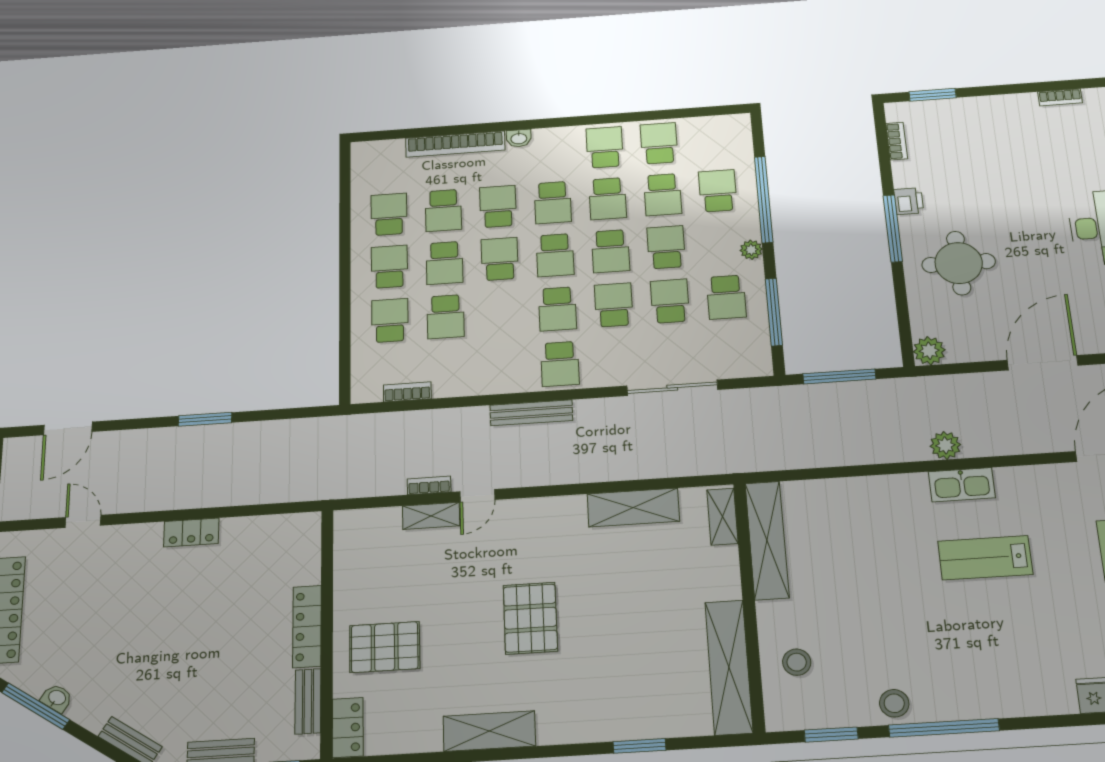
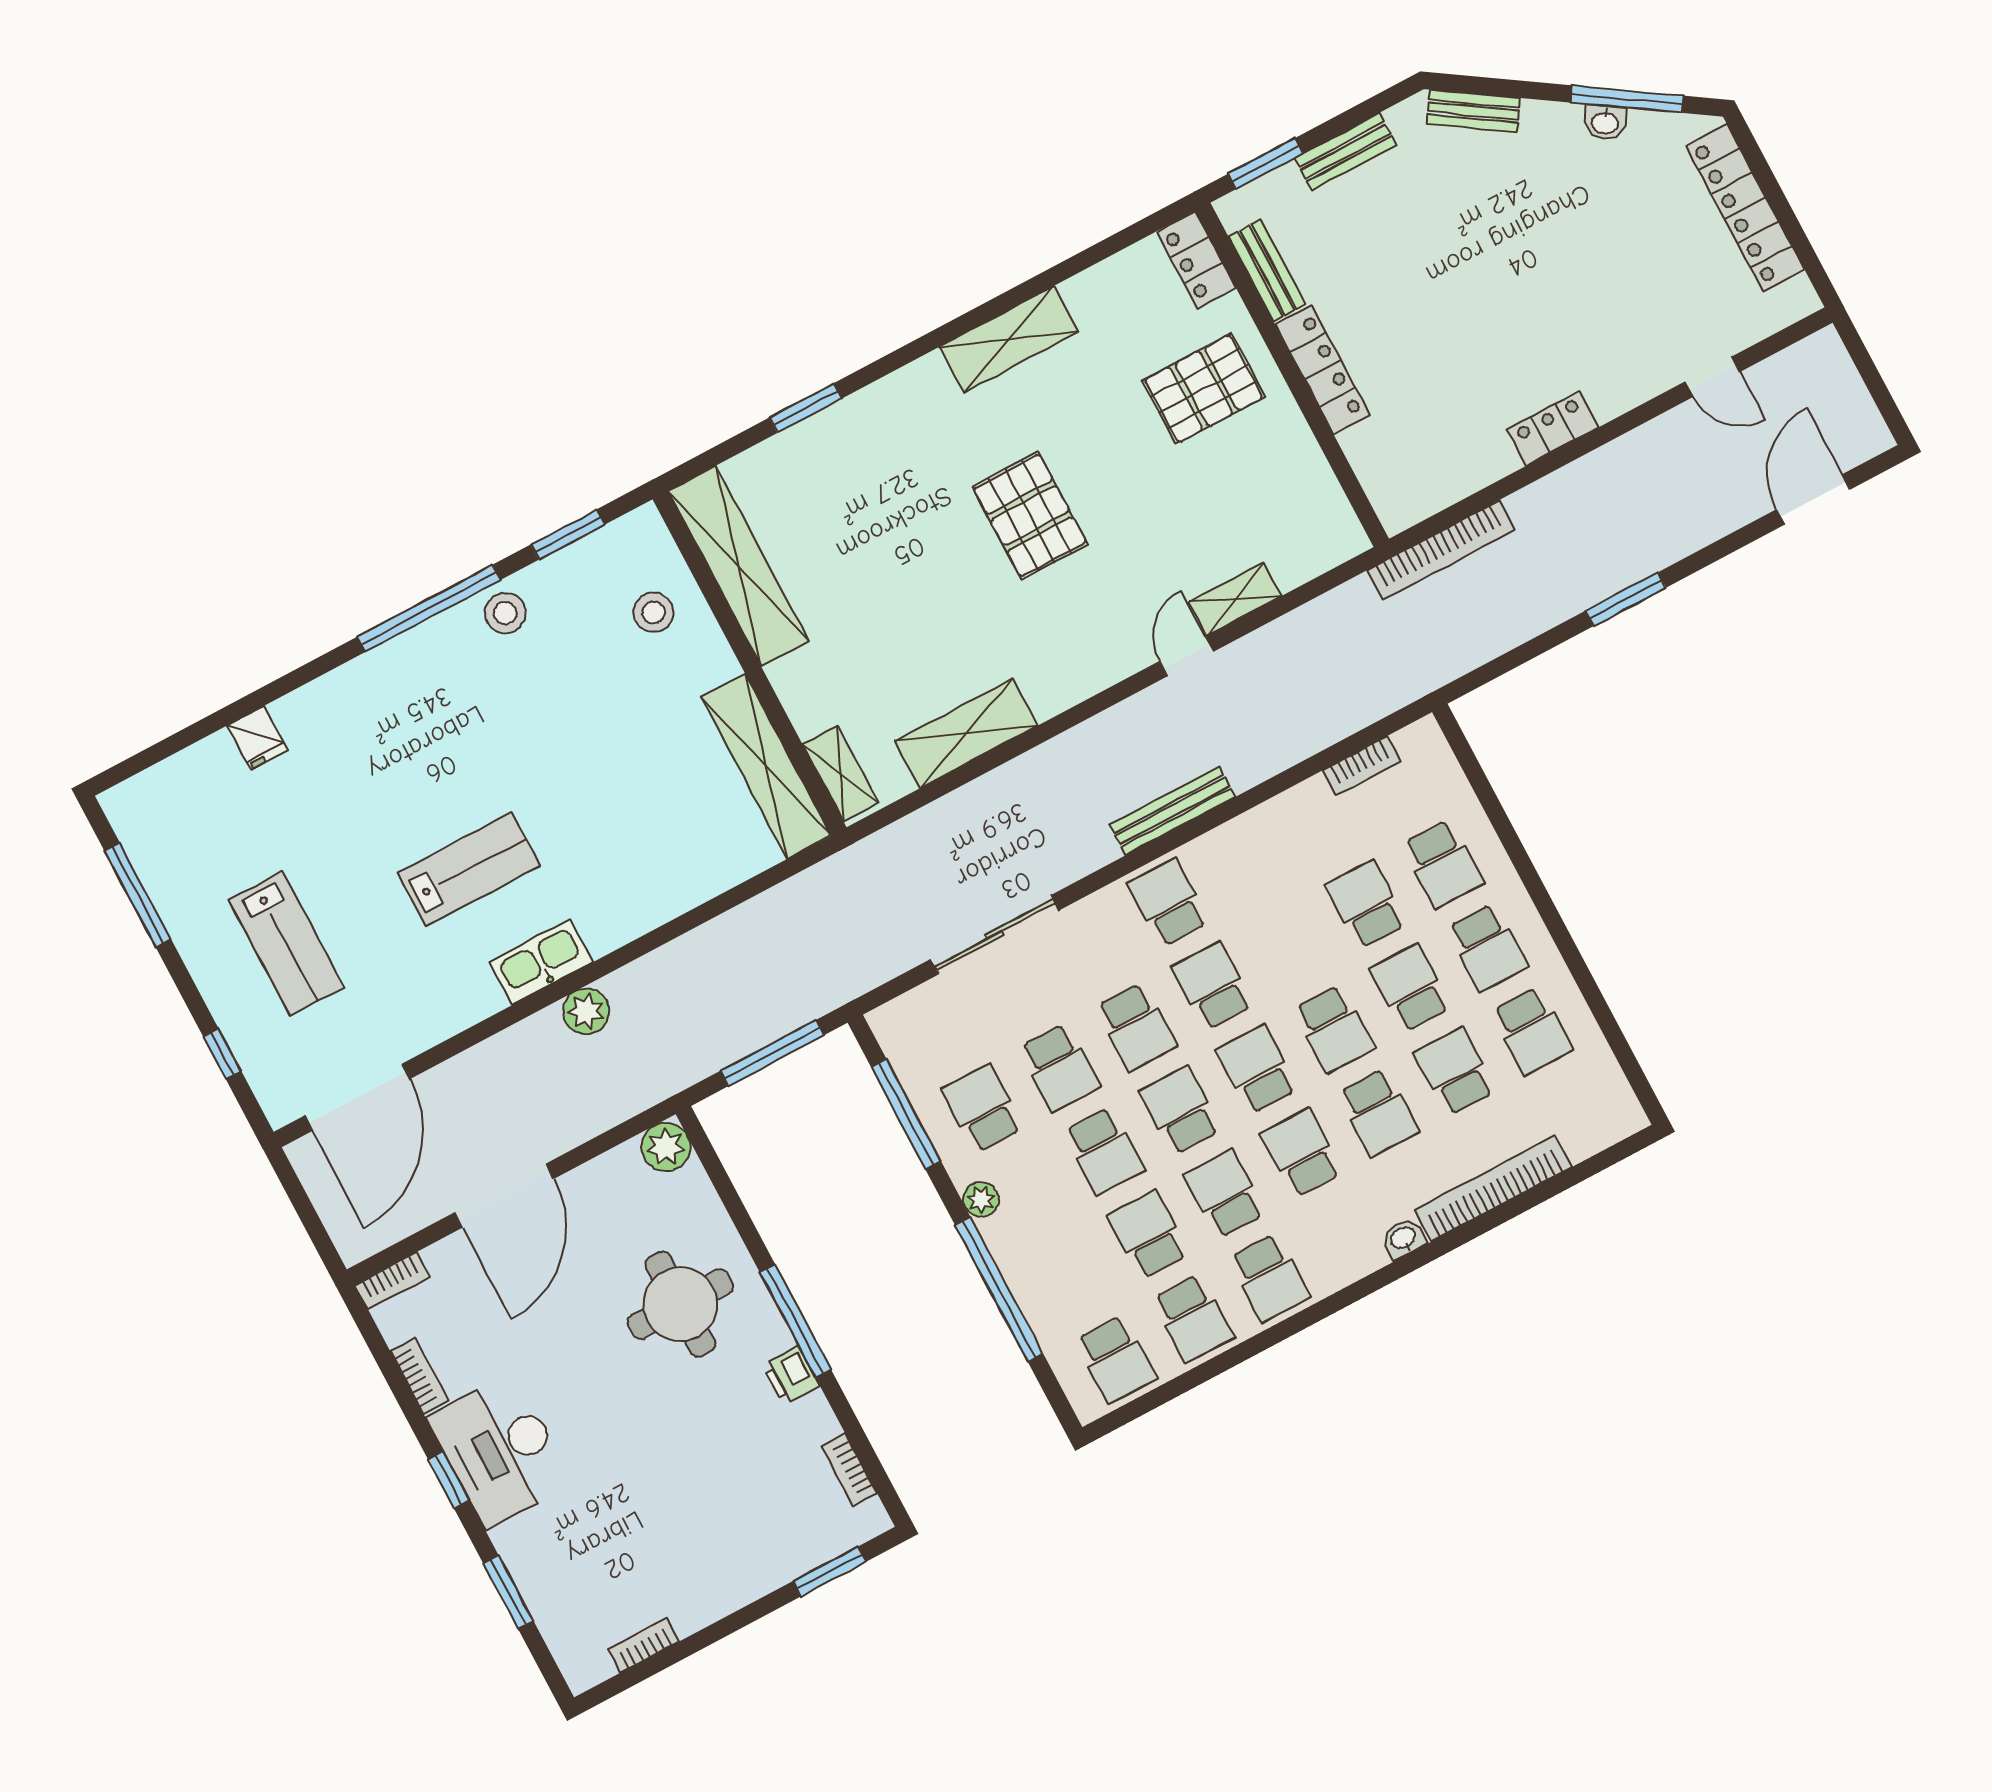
school desk: (718, 191) -> (1116, 1359), moved
bookcase: (429, 485) -> (1441, 550), moved, width x2.31, depth x1.31

